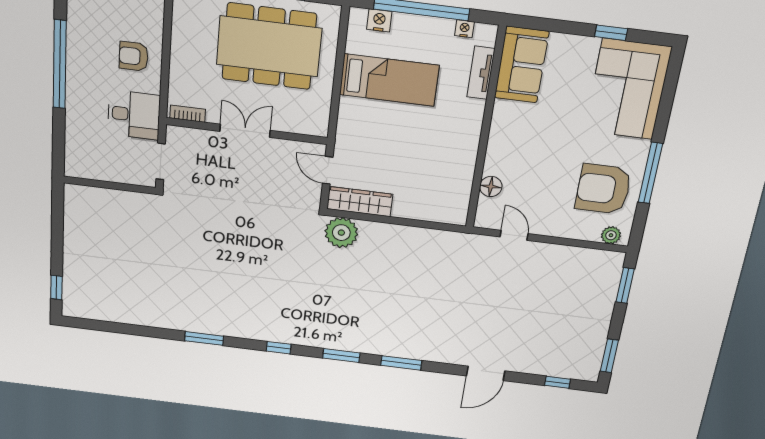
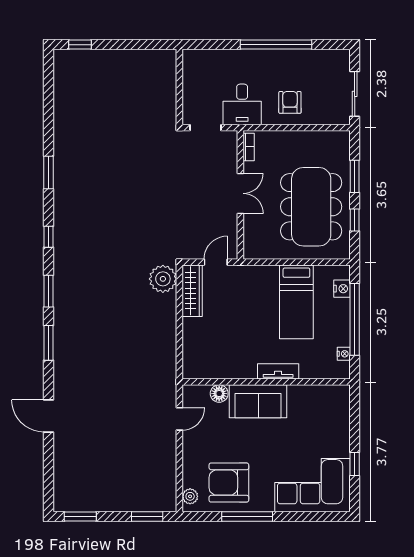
sofa: (522, 65) -> (258, 401), moved
tv unit: (481, 73) -> (278, 371), moved
armchair: (603, 189) -> (229, 483), turned -90
window: (557, 382) -> (49, 478), removed

